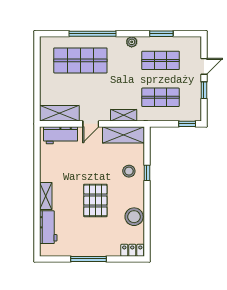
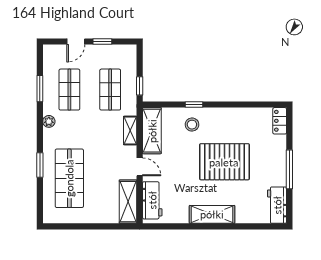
window: (92, 34) -> (40, 165), width x0.47
door: (204, 66) -> (76, 41), swing flipped
window: (187, 124) -> (140, 86), moved
shelving: (46, 196) -> (212, 214), width x1.50, depth x1.33
pallet: (95, 200) -> (224, 162), width x1.37, depth x1.41
stool: (134, 217) -> (242, 119), removed
workbench: (48, 227) -> (277, 205), moved, turned -90

